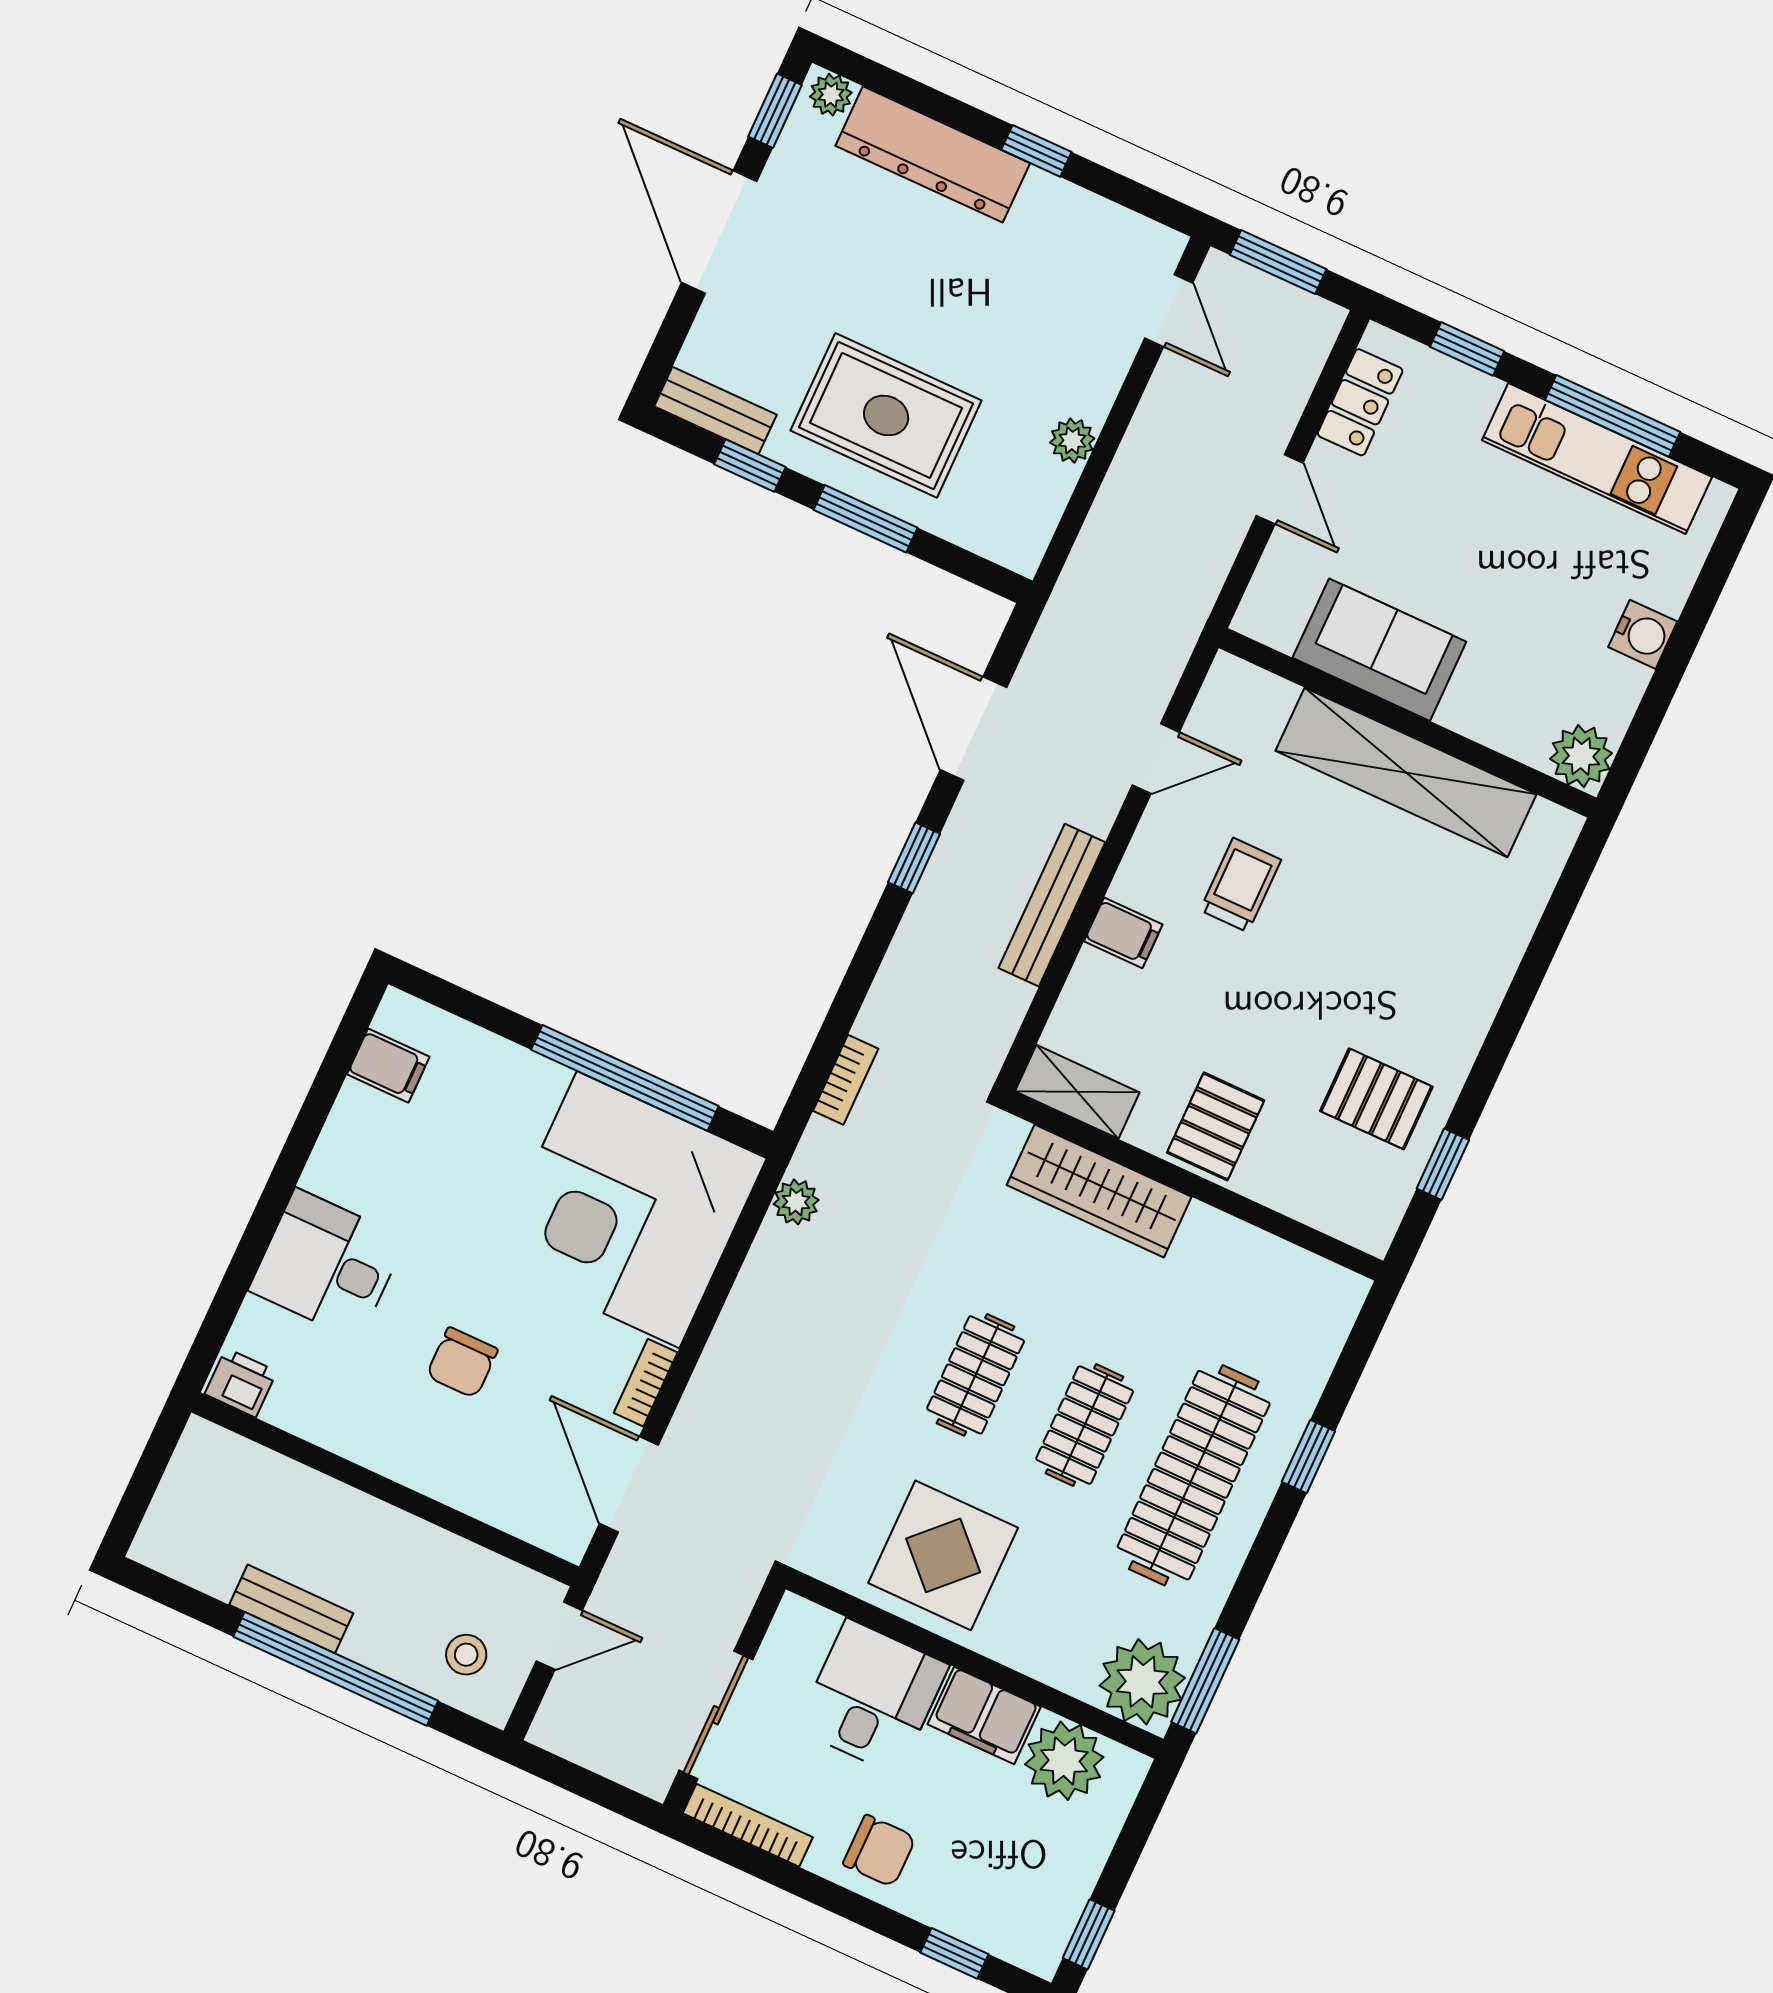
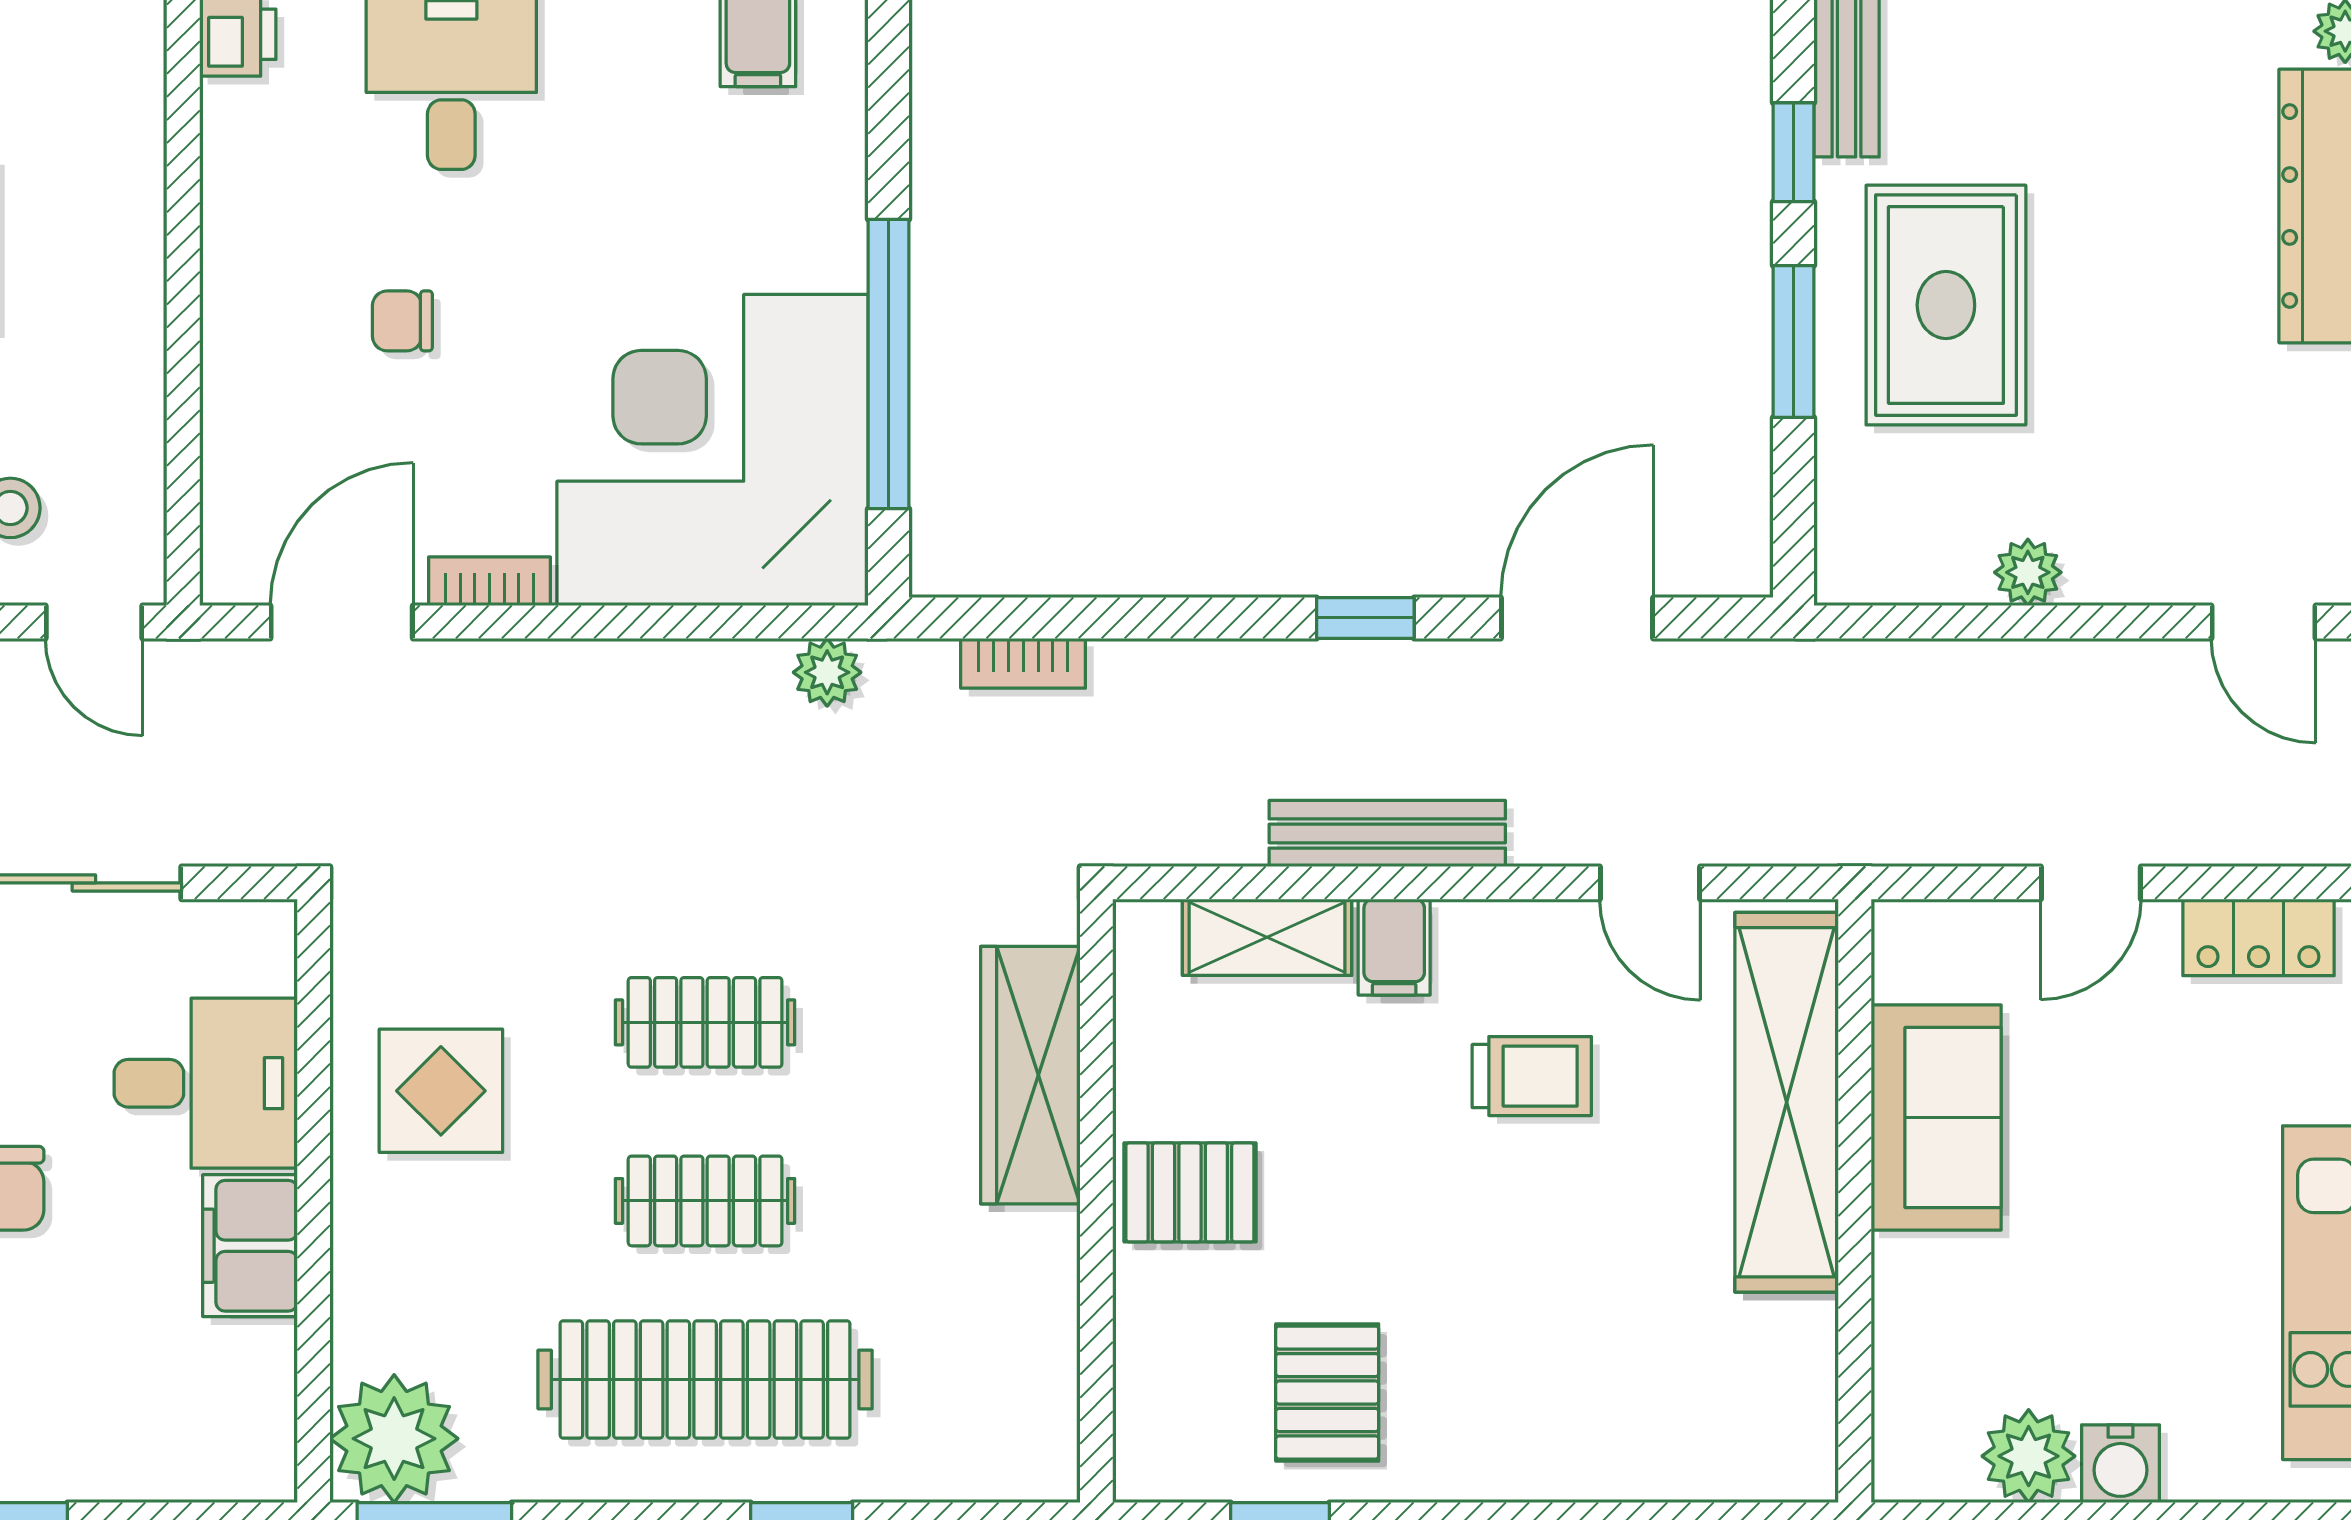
door: (1169, 311) -> (2263, 622), hinge flipped
plant: (1581, 756) -> (2029, 1456), moved
shelving: (1406, 772) -> (1787, 1102), moved
shelving: (1077, 1092) -> (1267, 937), moved, turned 90
chair: (462, 1363) -> (402, 321), width x0.73, depth x0.73
display table: (943, 1555) -> (441, 1091), width x0.73, depth x0.73
plant: (1064, 1761) -> (239, 1382), removed

